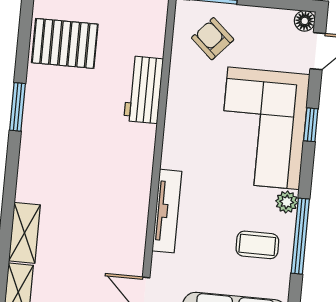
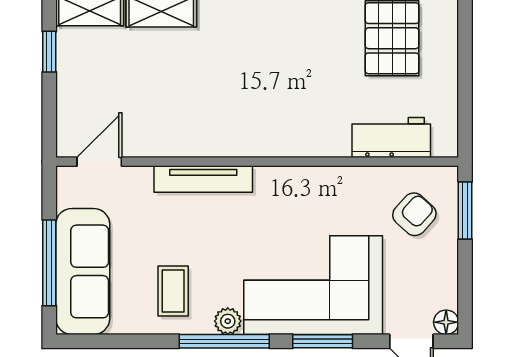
workbench: (144, 90) -> (391, 138), moved
window: (311, 125) -> (323, 341), width x1.50
window: (300, 236) -> (224, 341), moved

